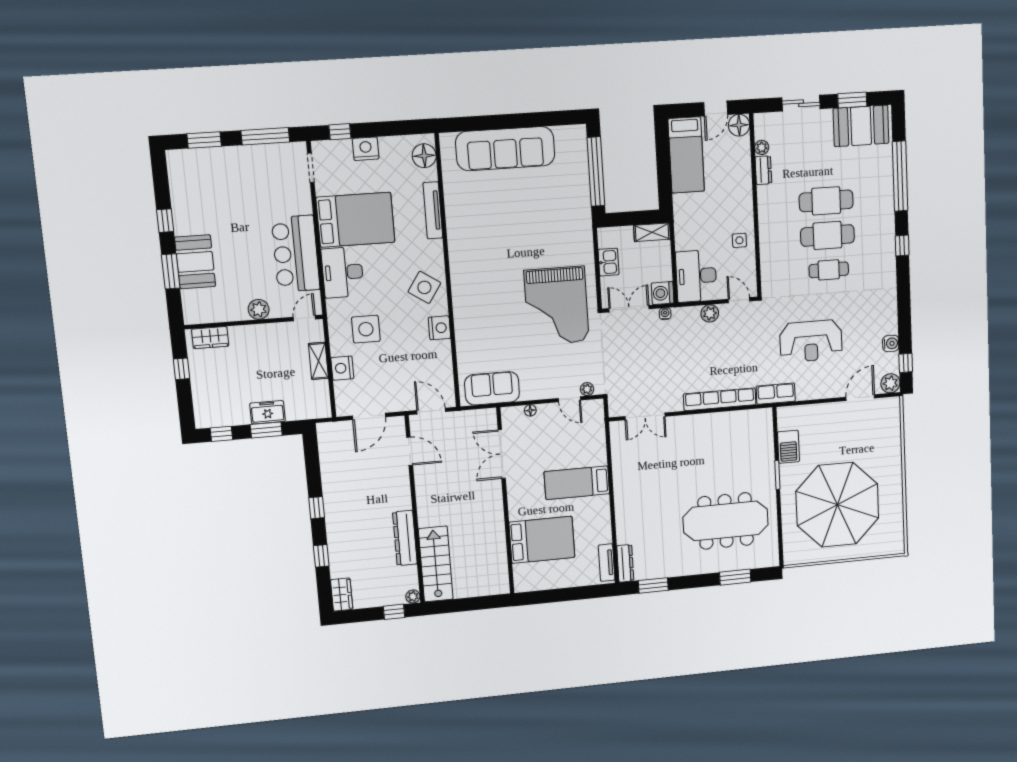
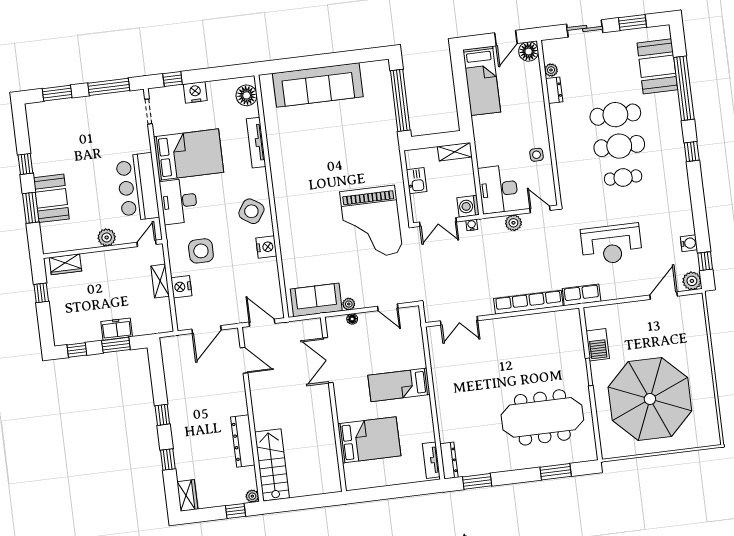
booth: (861, 126) -> (657, 66), moved, turned 90
double door: (629, 309) -> (438, 222), swing flipped
plant: (587, 389) -> (349, 304), moved

